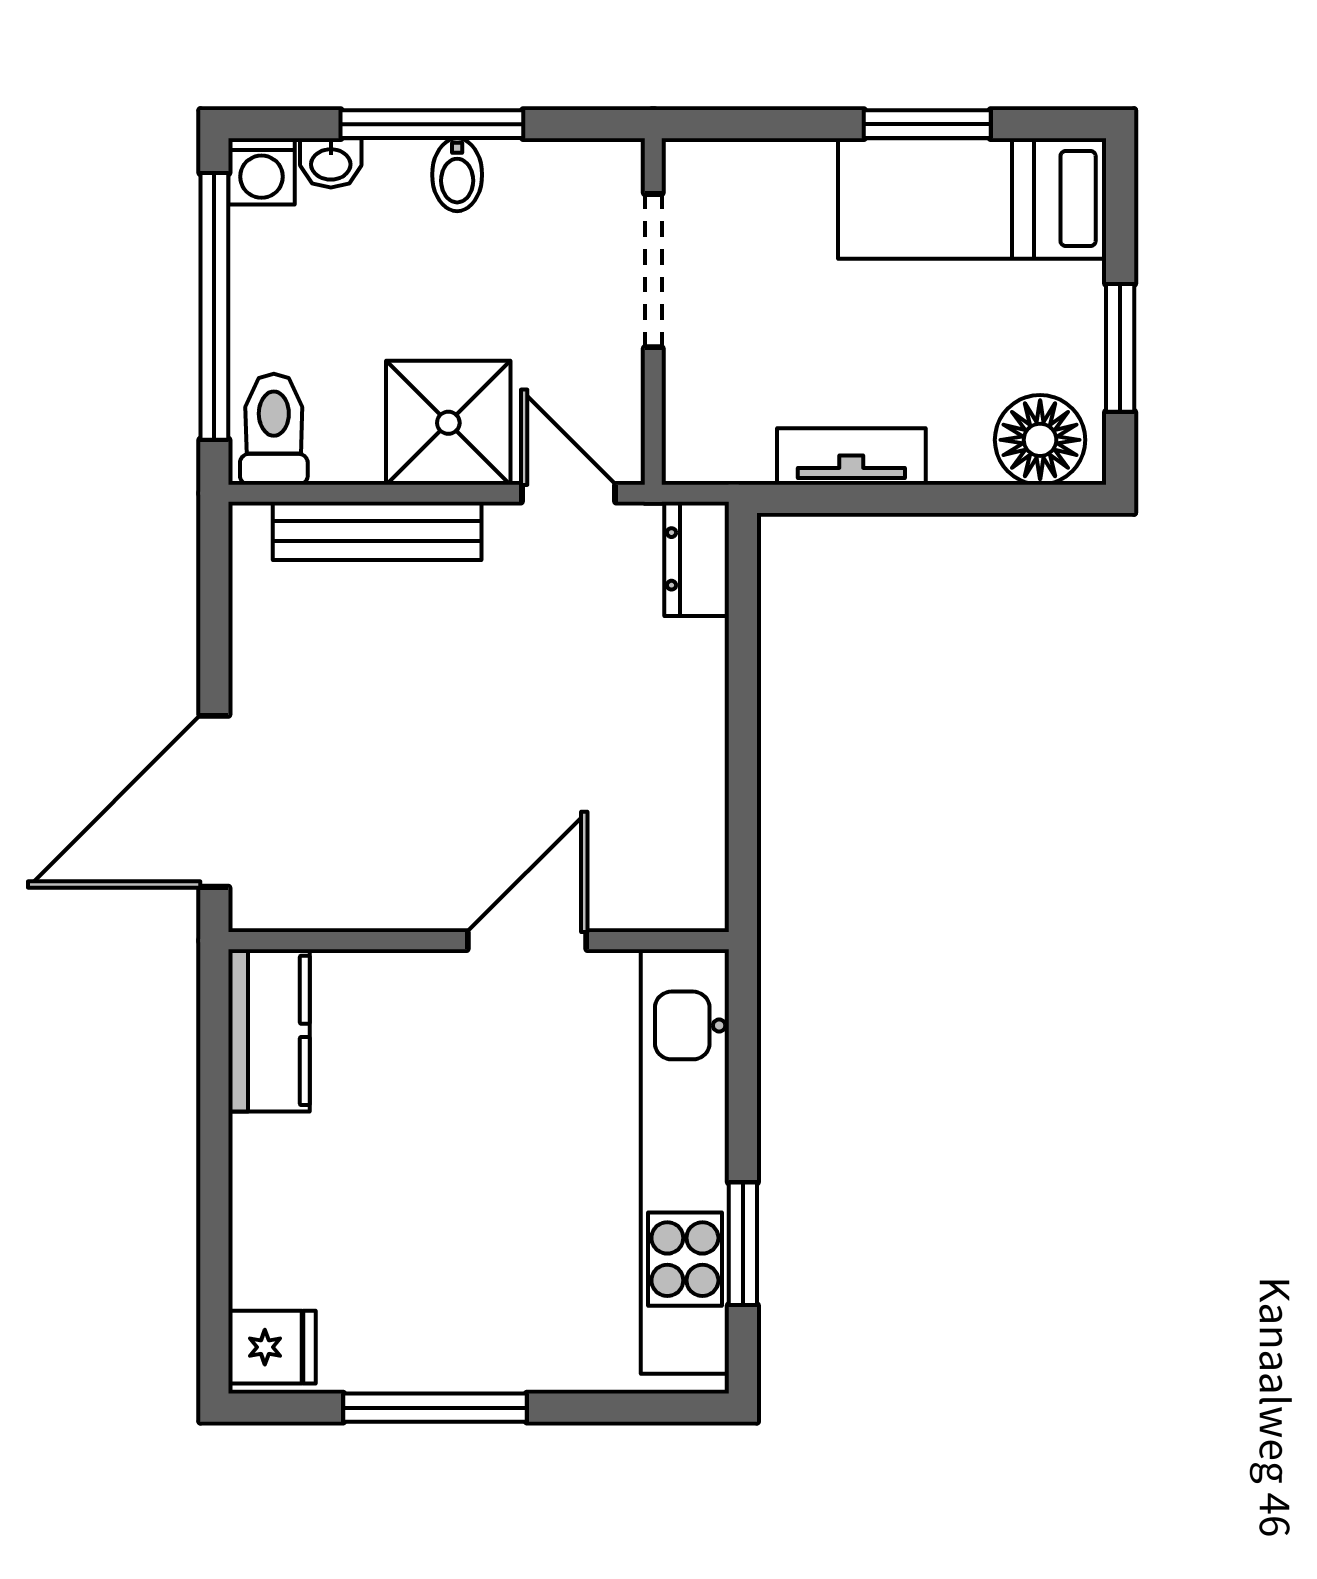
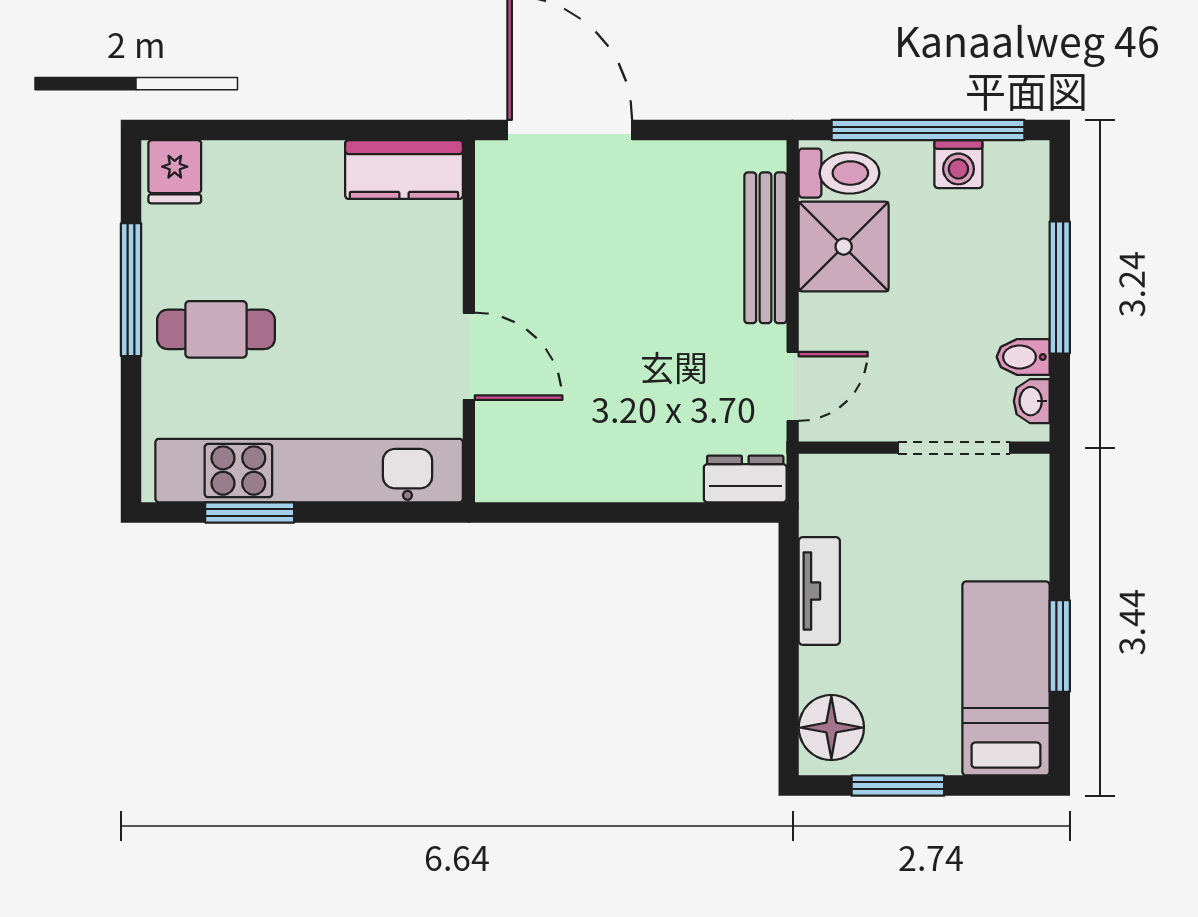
washbasin: (331, 163) -> (1032, 401), moved
washing machine: (261, 171) -> (958, 164), moved, turned -90
bidet: (457, 175) -> (1023, 357), moved
shower: (448, 423) -> (844, 247), moved
cafe table: (490, 1290) -> (216, 329), added

